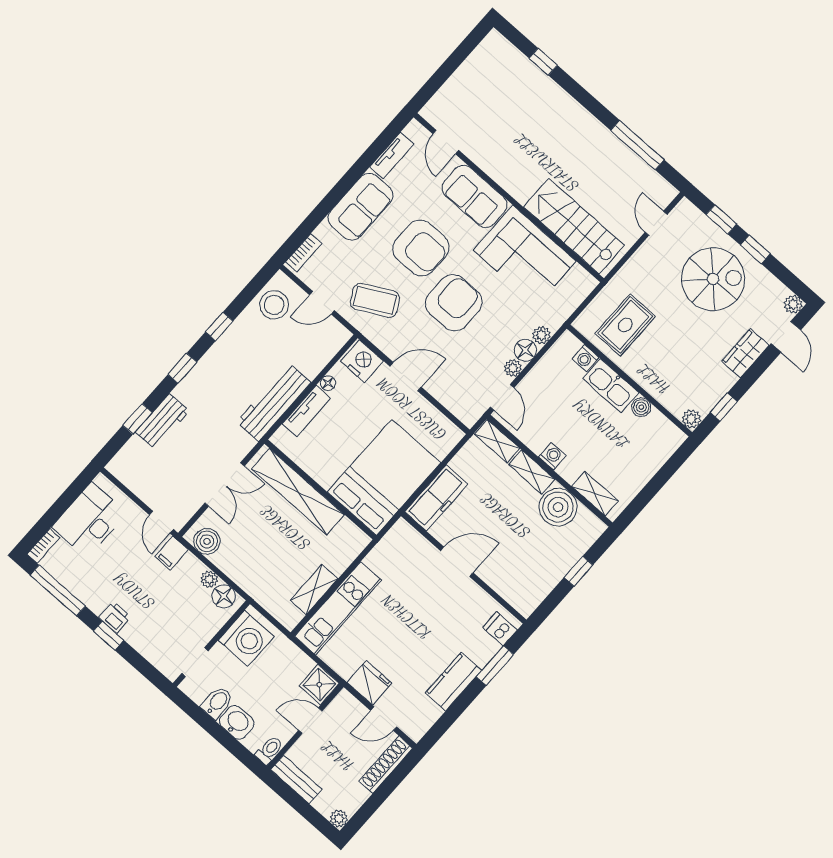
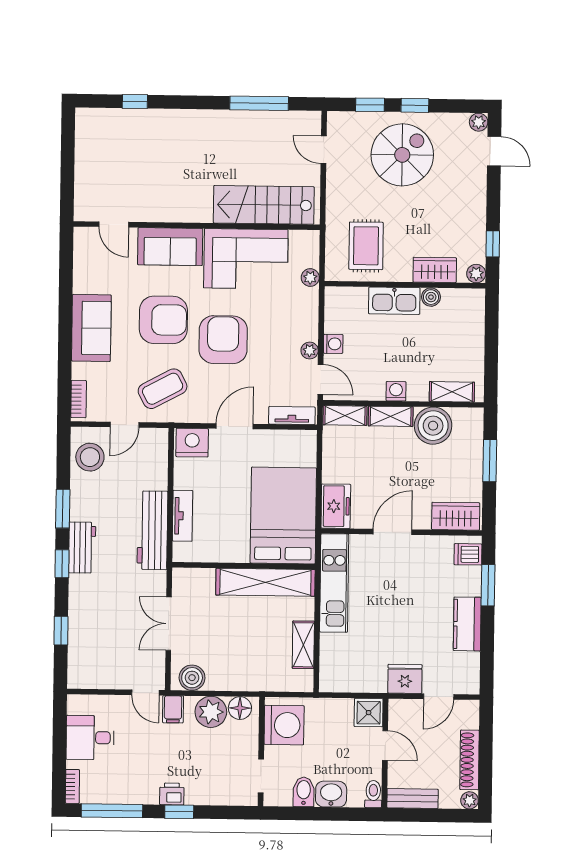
tv unit: (392, 155) -> (292, 415), moved, turned -90
window: (219, 326) -> (63, 509), width x1.50
plant: (541, 335) -> (310, 278), moved
floor lamp: (525, 350) -> (307, 329), removed
wardrobe: (745, 353) -> (435, 270), moved, turned 90
washing machine: (585, 358) -> (333, 344), moved, turned -90
floor lamp: (328, 383) -> (181, 481), removed
workbench: (162, 421) -> (82, 548), moved
double door: (225, 484) -> (169, 624), swing flipped
shelving: (298, 492) -> (265, 582), moved
freezer: (436, 498) -> (336, 506), width x0.71
desk: (89, 520) -> (90, 738), width x0.73
window: (578, 571) -> (490, 461), width x1.50
plant: (209, 579) -> (211, 712), width x1.88, depth x1.88
wardrobe: (516, 591) -> (456, 516), added
kitchen unit: (338, 608) -> (334, 583), moved
door: (310, 721) -> (385, 745), swing flipped
shoe rack: (386, 765) -> (470, 760), moved

